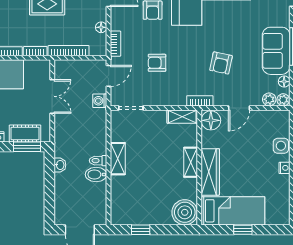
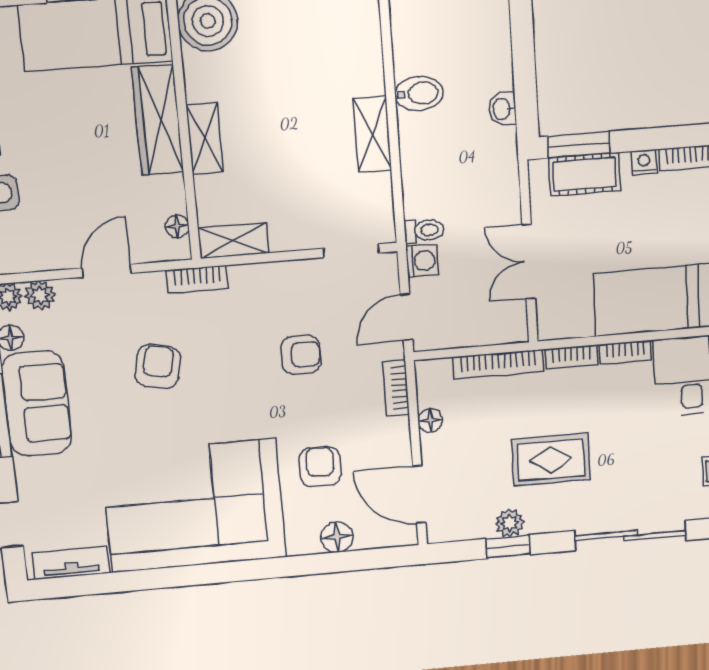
floor lamp: (211, 120) -> (177, 226), width x0.53, depth x0.53
toilet: (98, 161) -> (424, 231), moved

